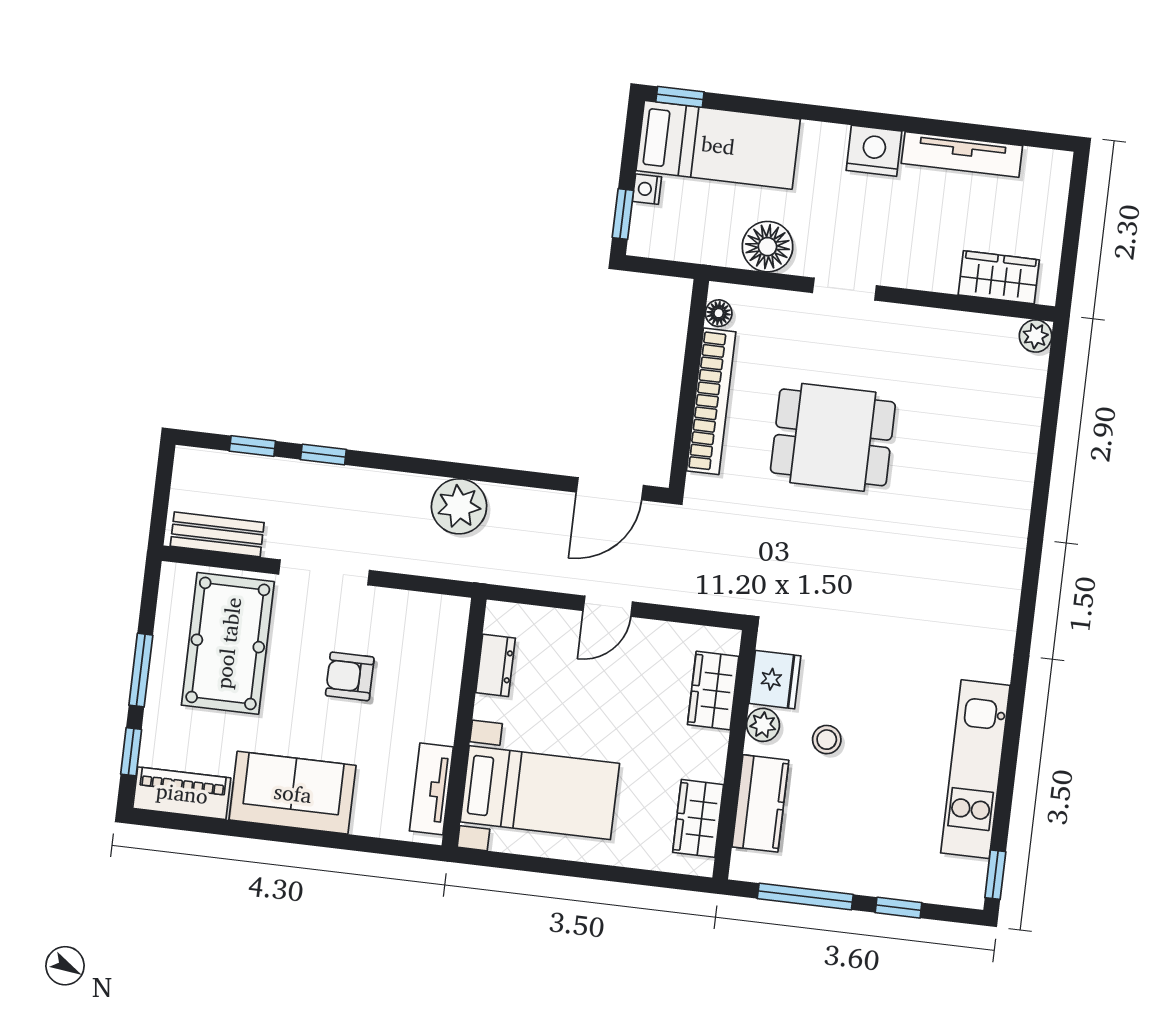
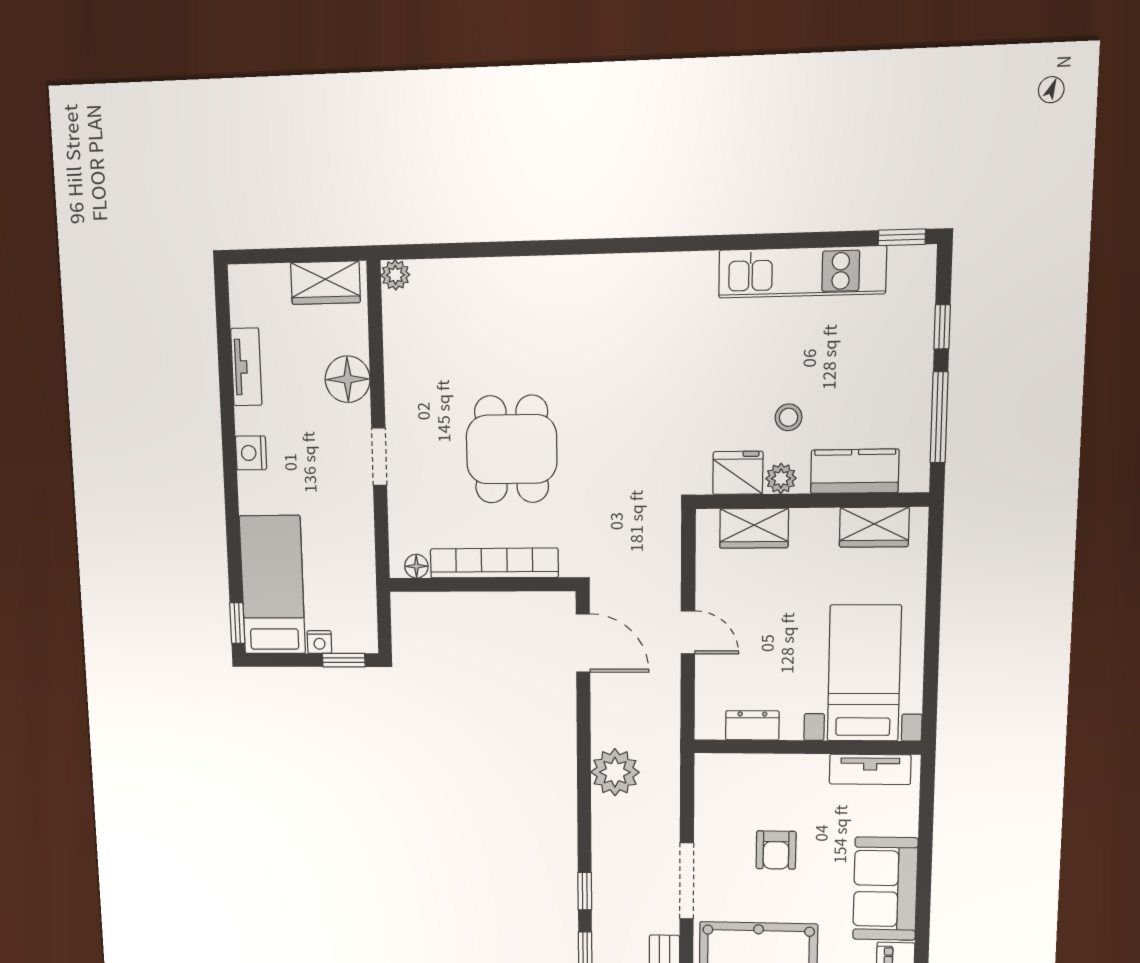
nightstand: (874, 151) -> (251, 453), width x0.74, depth x0.75
tv unit: (962, 154) -> (246, 367), width x0.71
floor lamp: (767, 247) -> (348, 379), moved
wardrobe: (999, 277) -> (325, 283), moved, turned -90

